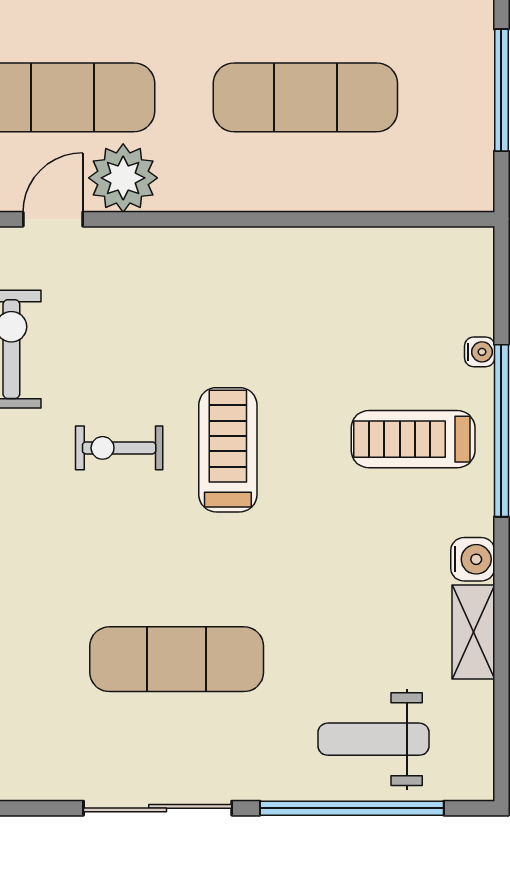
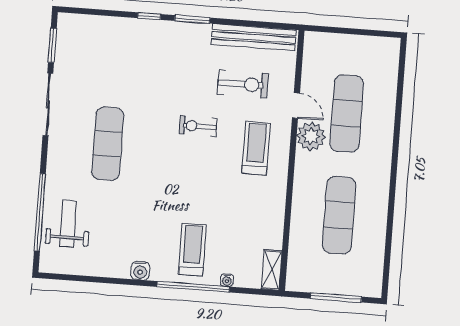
exercise bike: (119, 448) -> (198, 126), turned -90
treadmill: (228, 450) -> (256, 148), moved, turned -90
shelving: (473, 632) -> (272, 270), moved, turned 90
sliding door: (158, 808) -> (48, 104), moved

